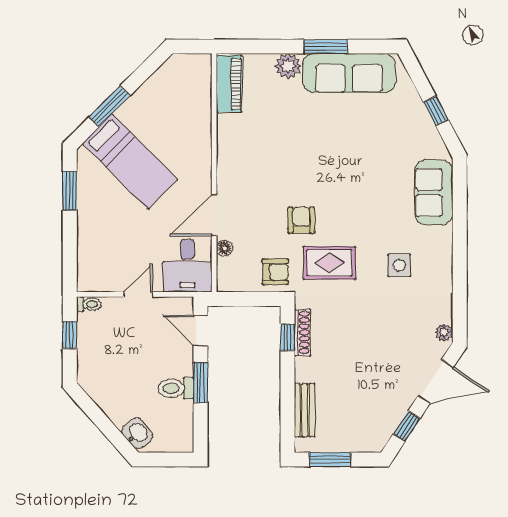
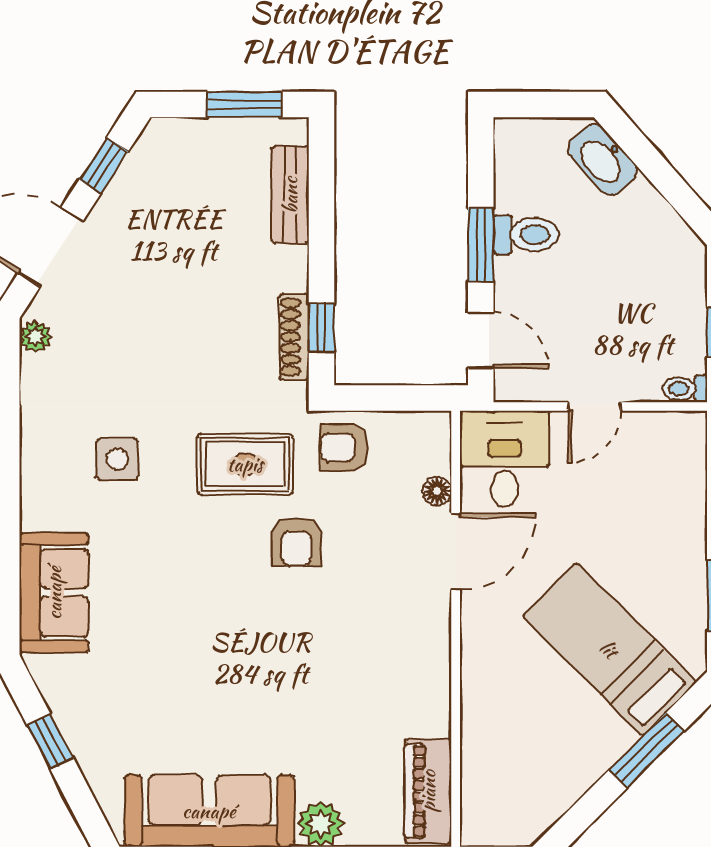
washbasin: (137, 433) -> (603, 160), width x1.38

